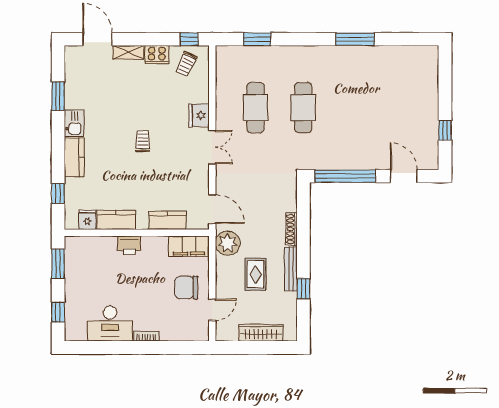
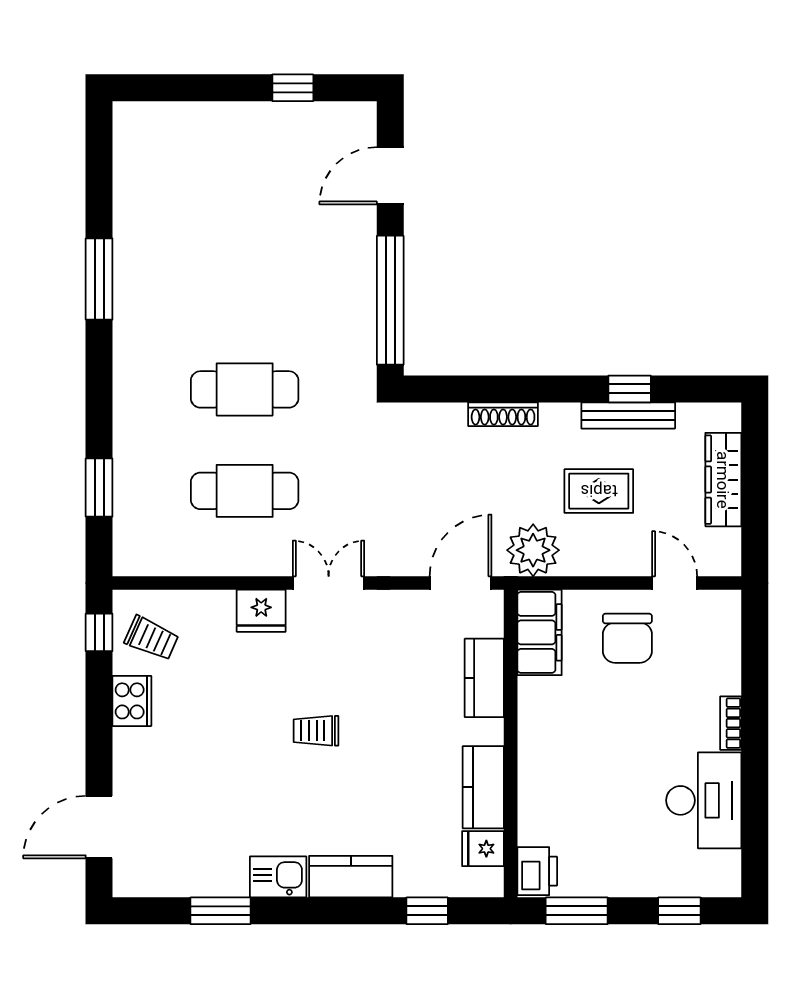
shelving: (128, 52) -> (127, 761), removed
printer: (129, 245) -> (537, 871), moved
bench: (291, 269) -> (628, 415), moved

